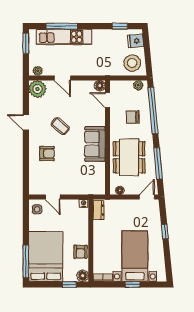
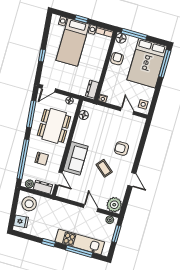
window: (120, 26) -> (48, 243), moved
window: (26, 43) -> (116, 234), moved
floor lamp: (100, 86) -> (84, 115), moved
dresser: (122, 86) -> (43, 187), added
sofa: (95, 144) -> (76, 158), moved
window: (69, 285) -> (134, 34), width x2.17

